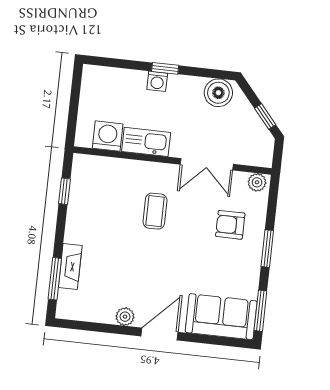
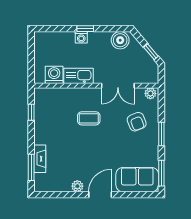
coffee table: (155, 211) -> (89, 118), turned 90
armchair: (230, 225) -> (137, 122), turned -112

